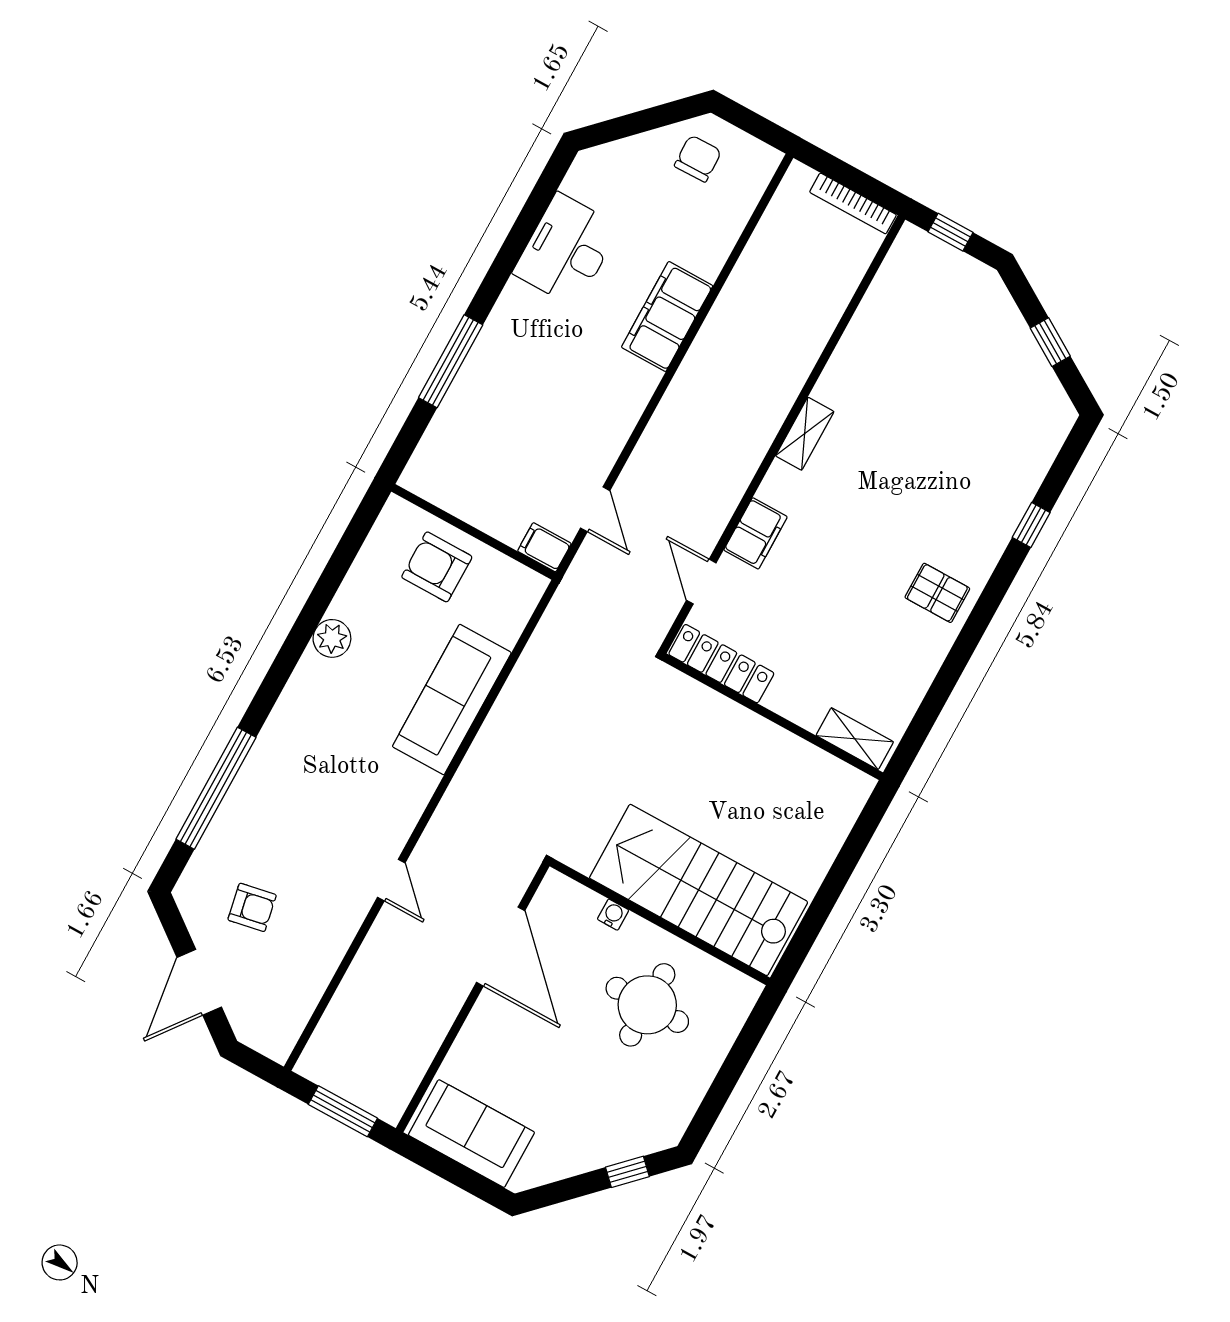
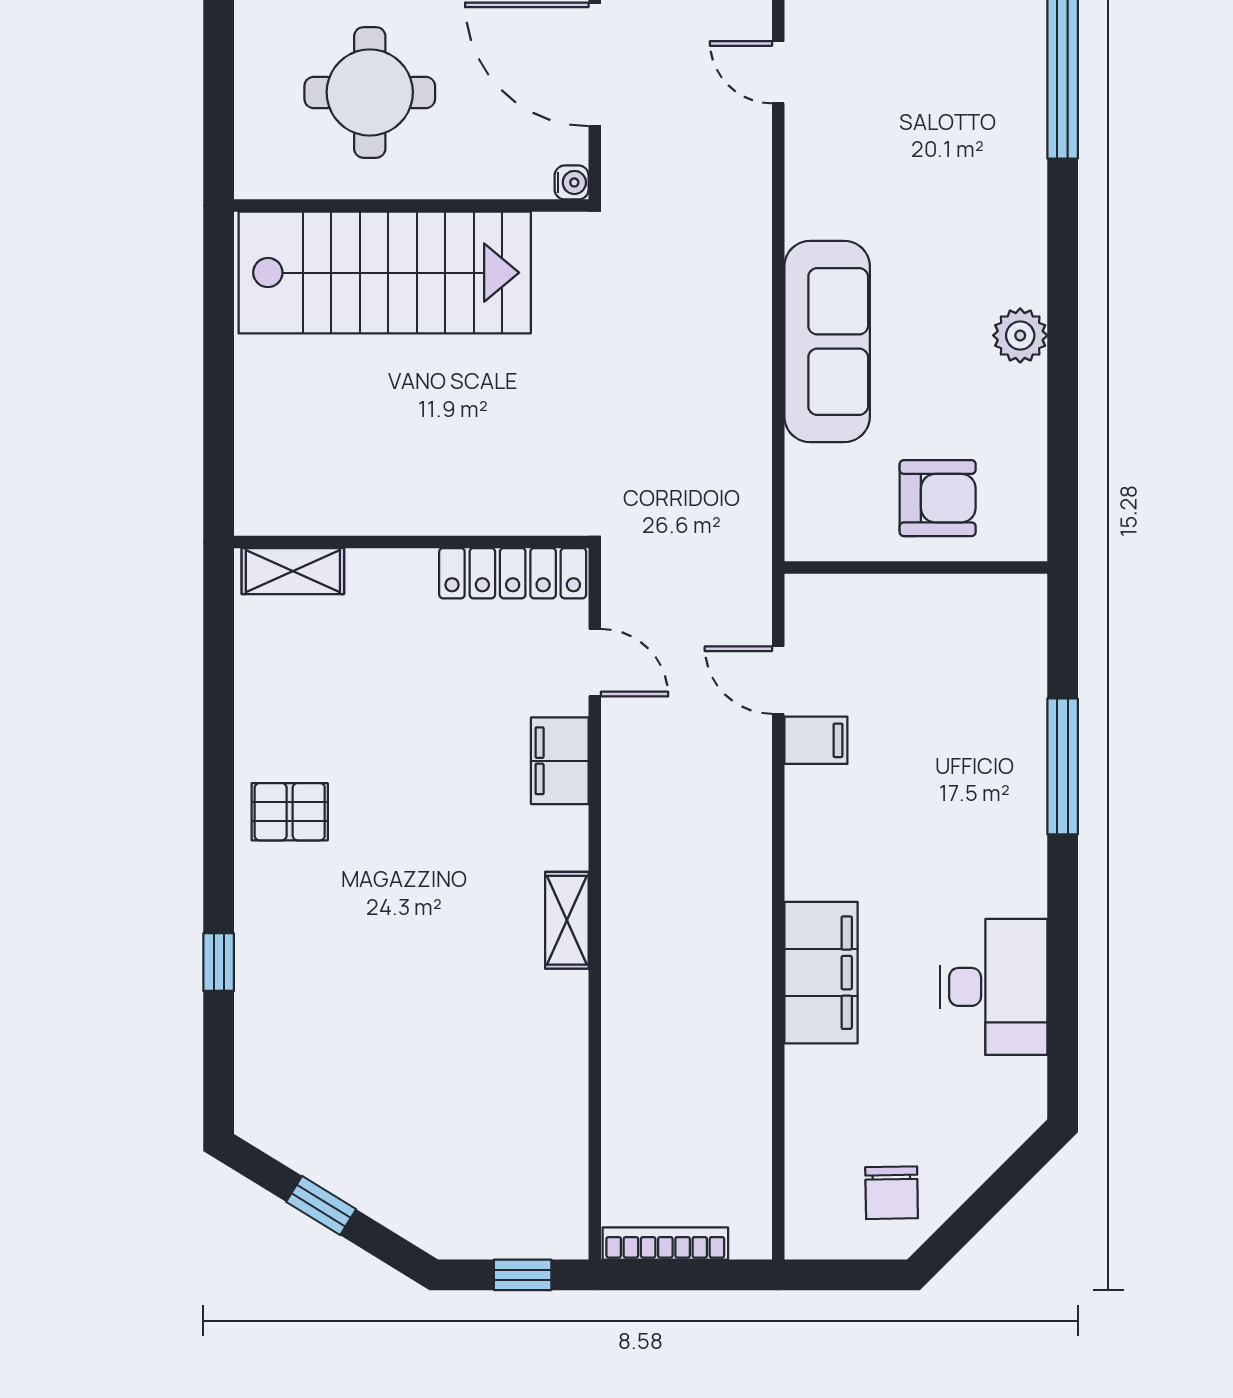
filing cabinet: (544, 547) -> (816, 740), moved
water cooler: (613, 915) -> (572, 182), moved, turned -90

